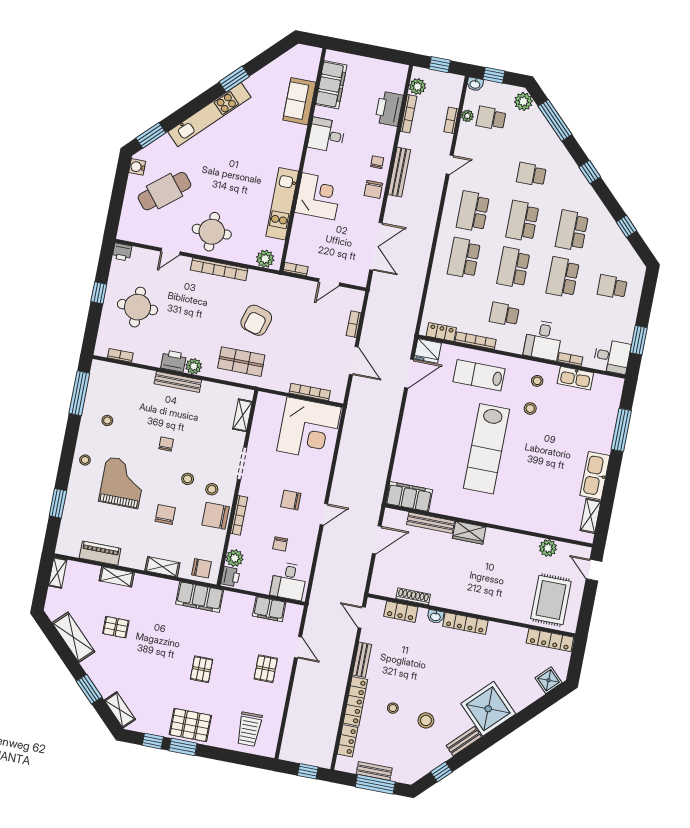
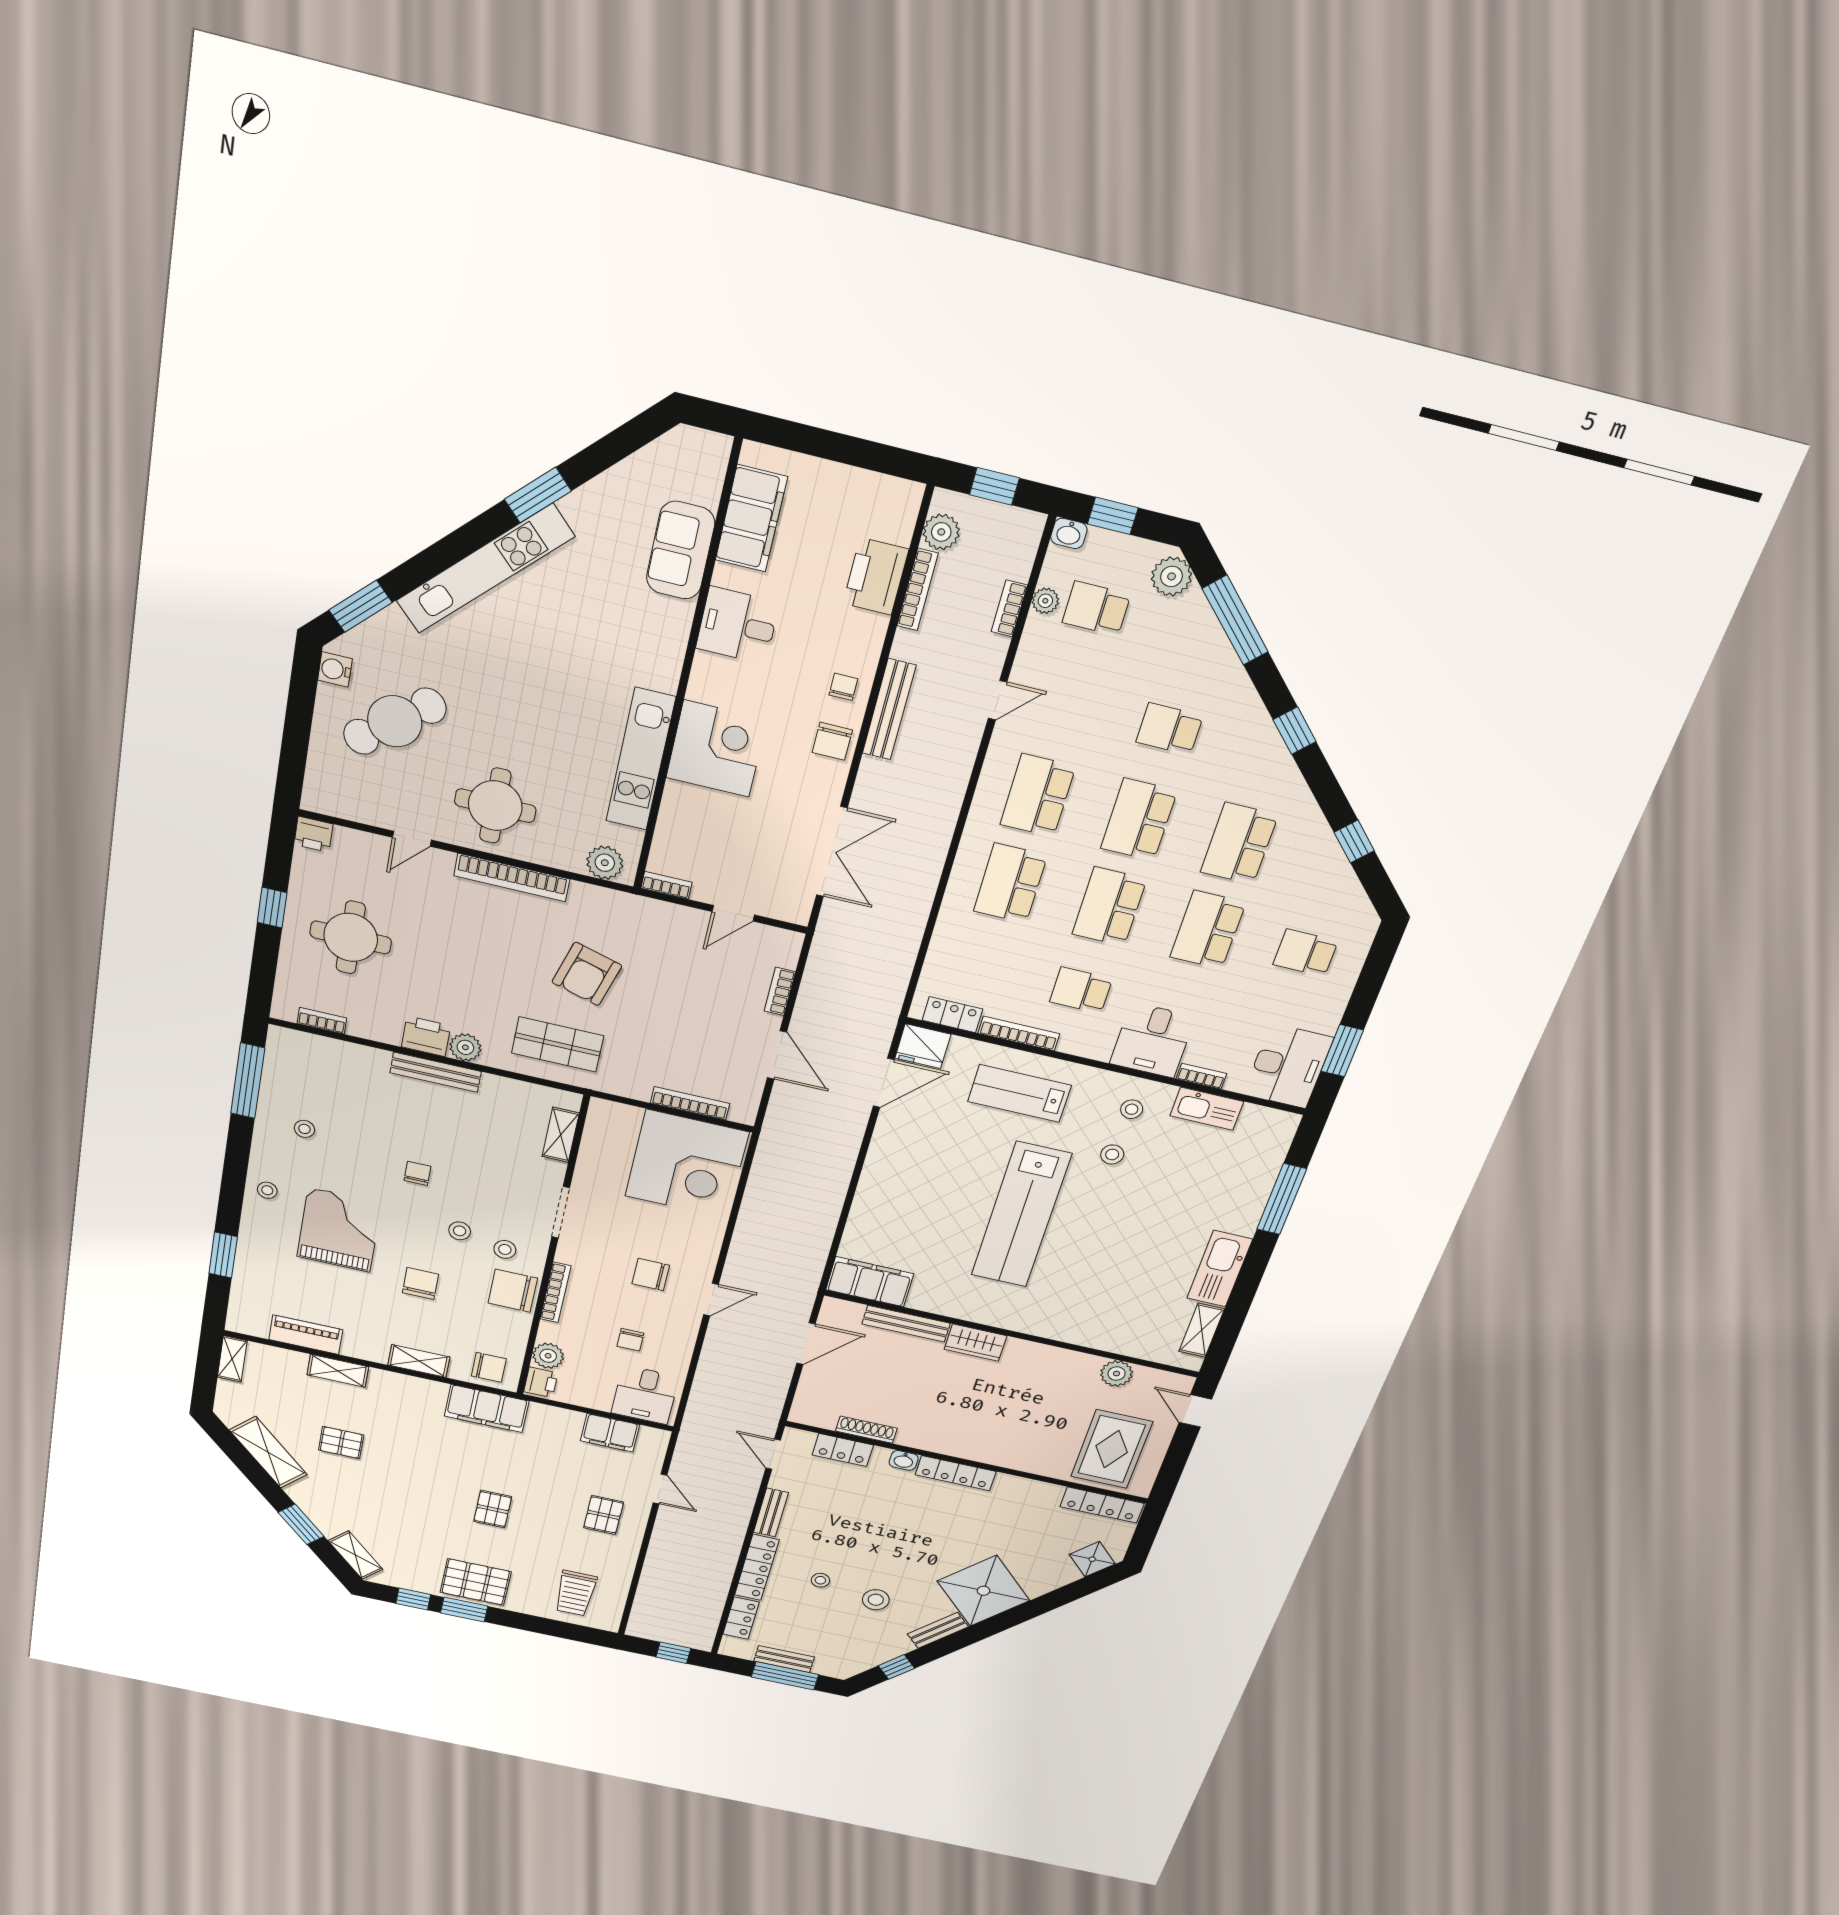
desk: (612, 356) -> (1288, 1066), width x1.37

